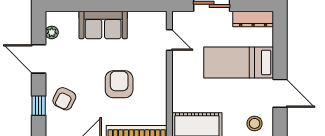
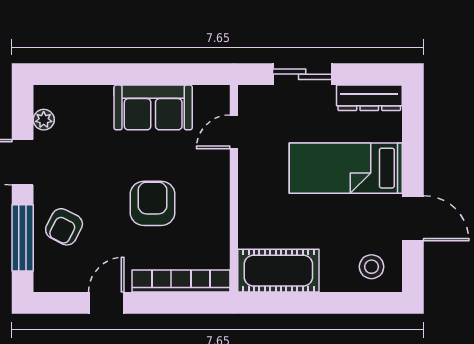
sofa: (103, 25) -> (153, 107), moved
door: (169, 40) -> (234, 132), swing flipped
window: (39, 106) -> (23, 238), width x2.17

